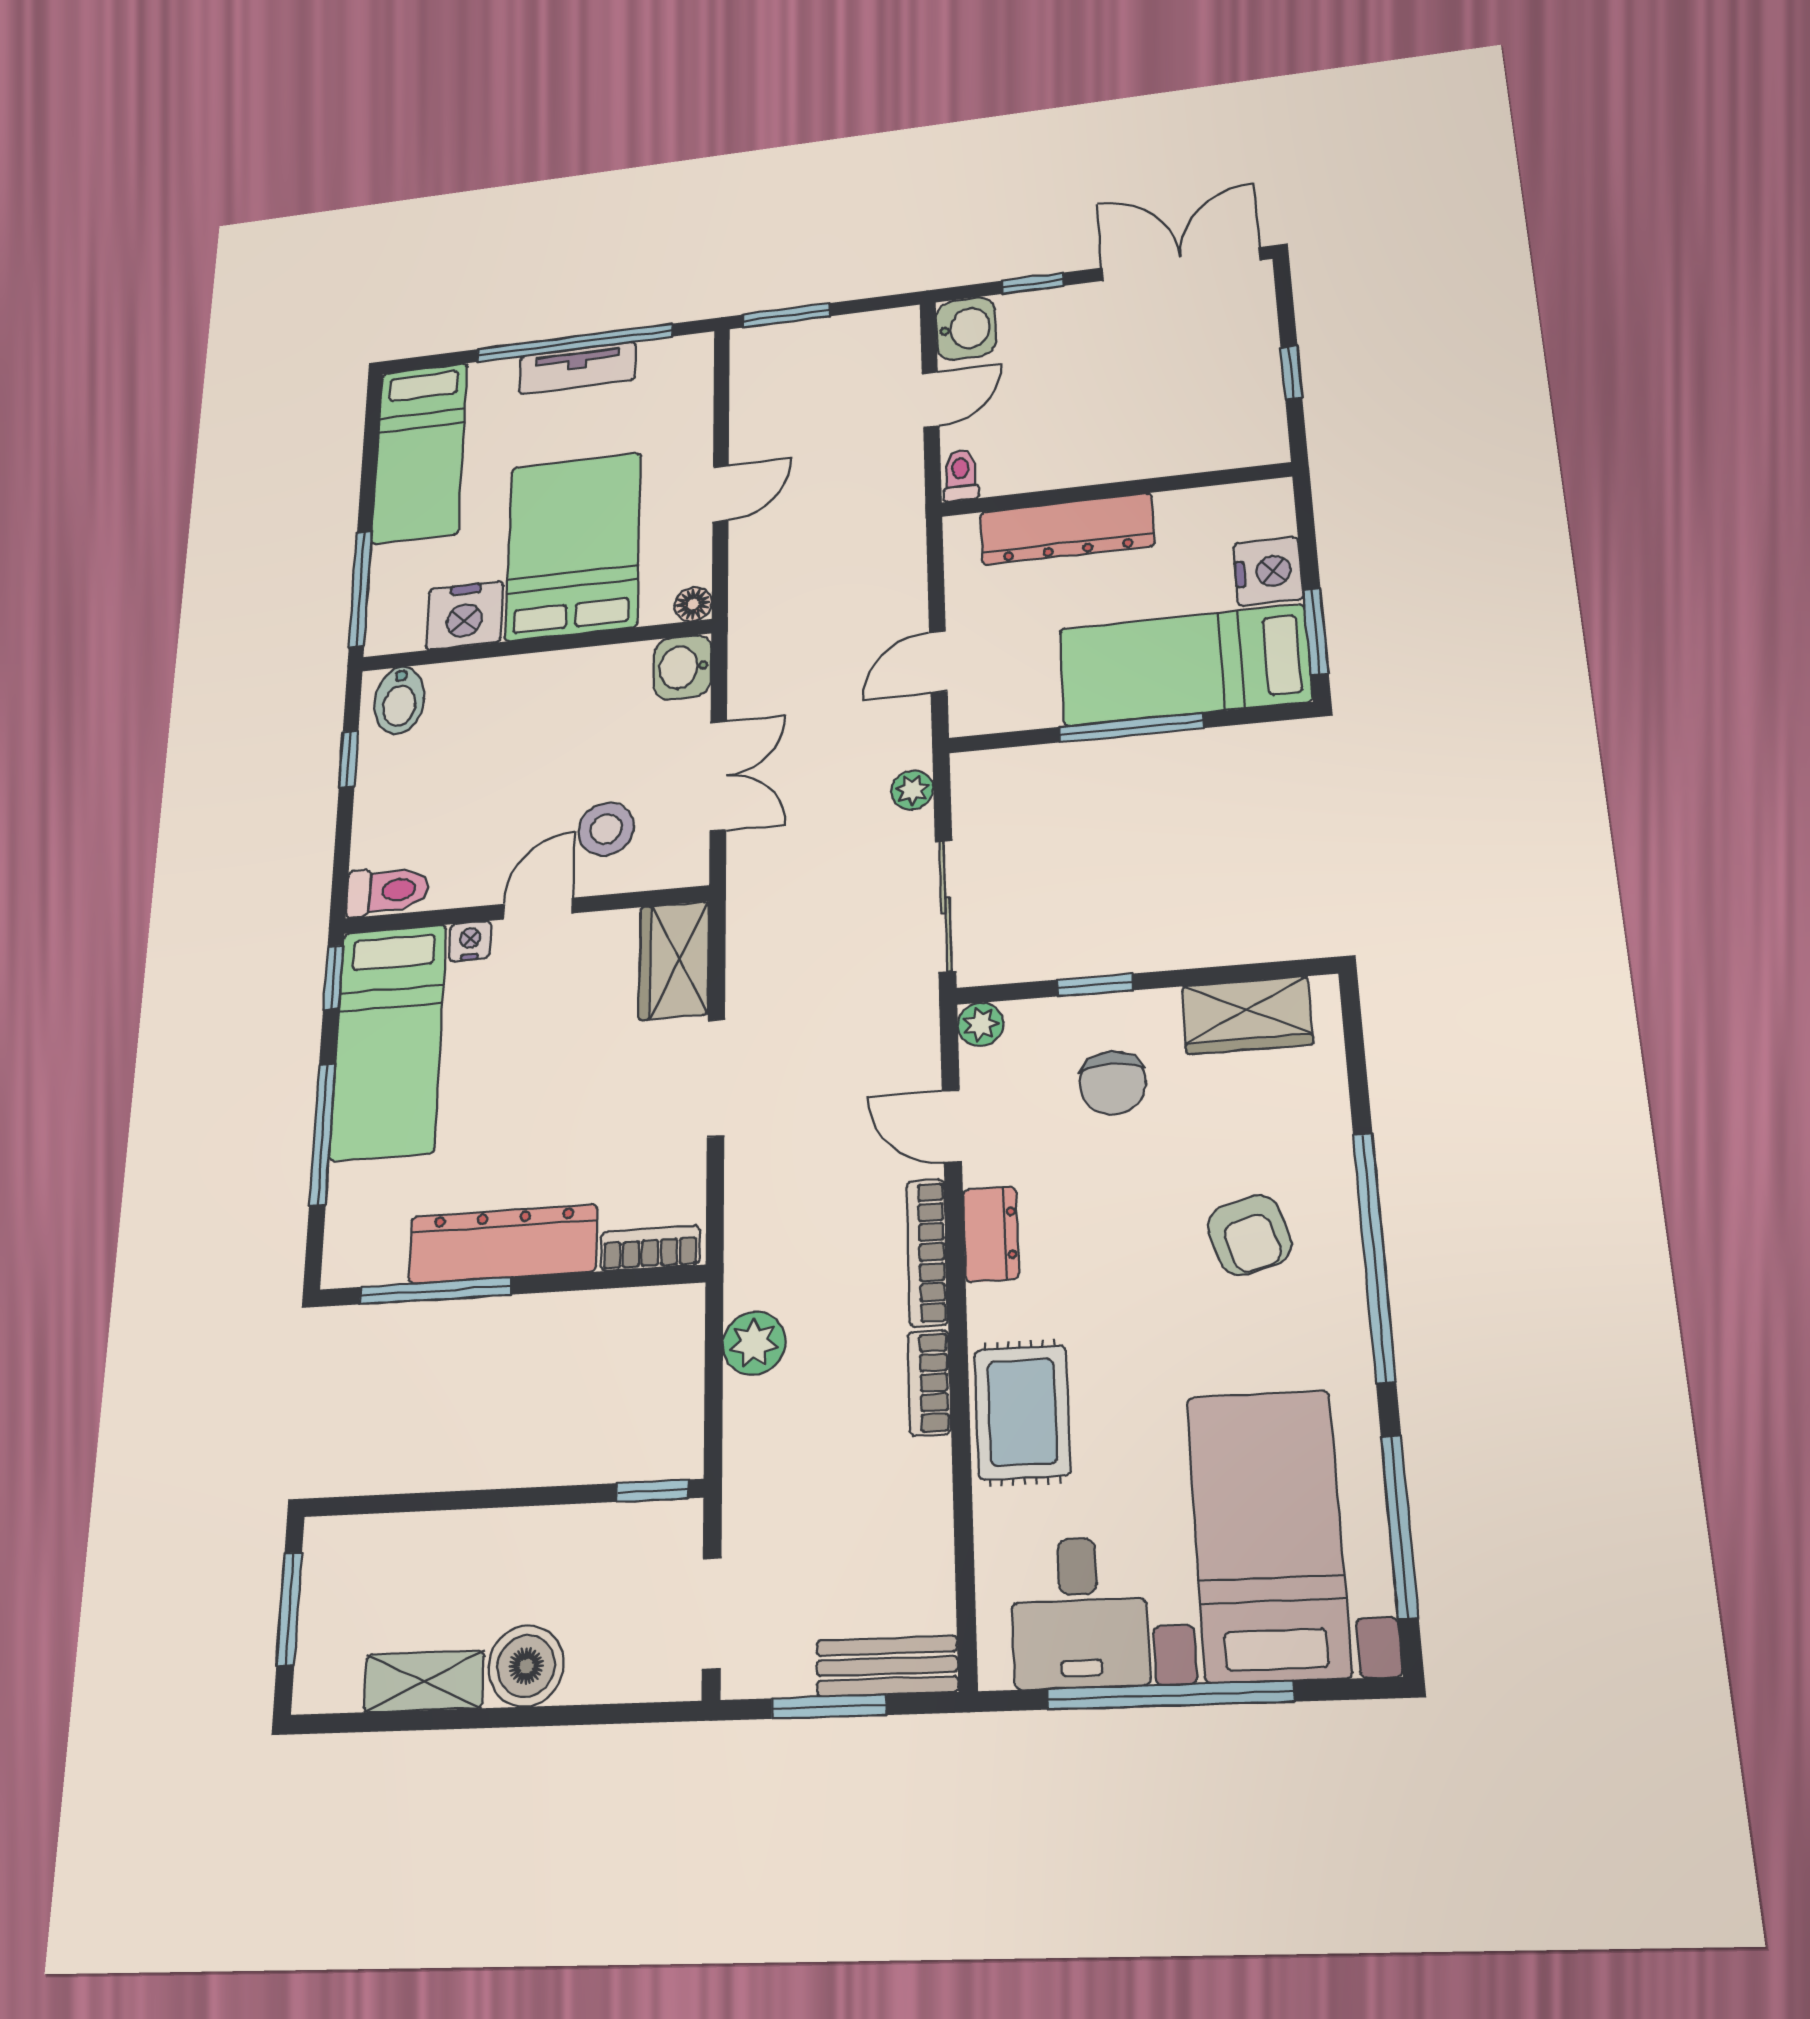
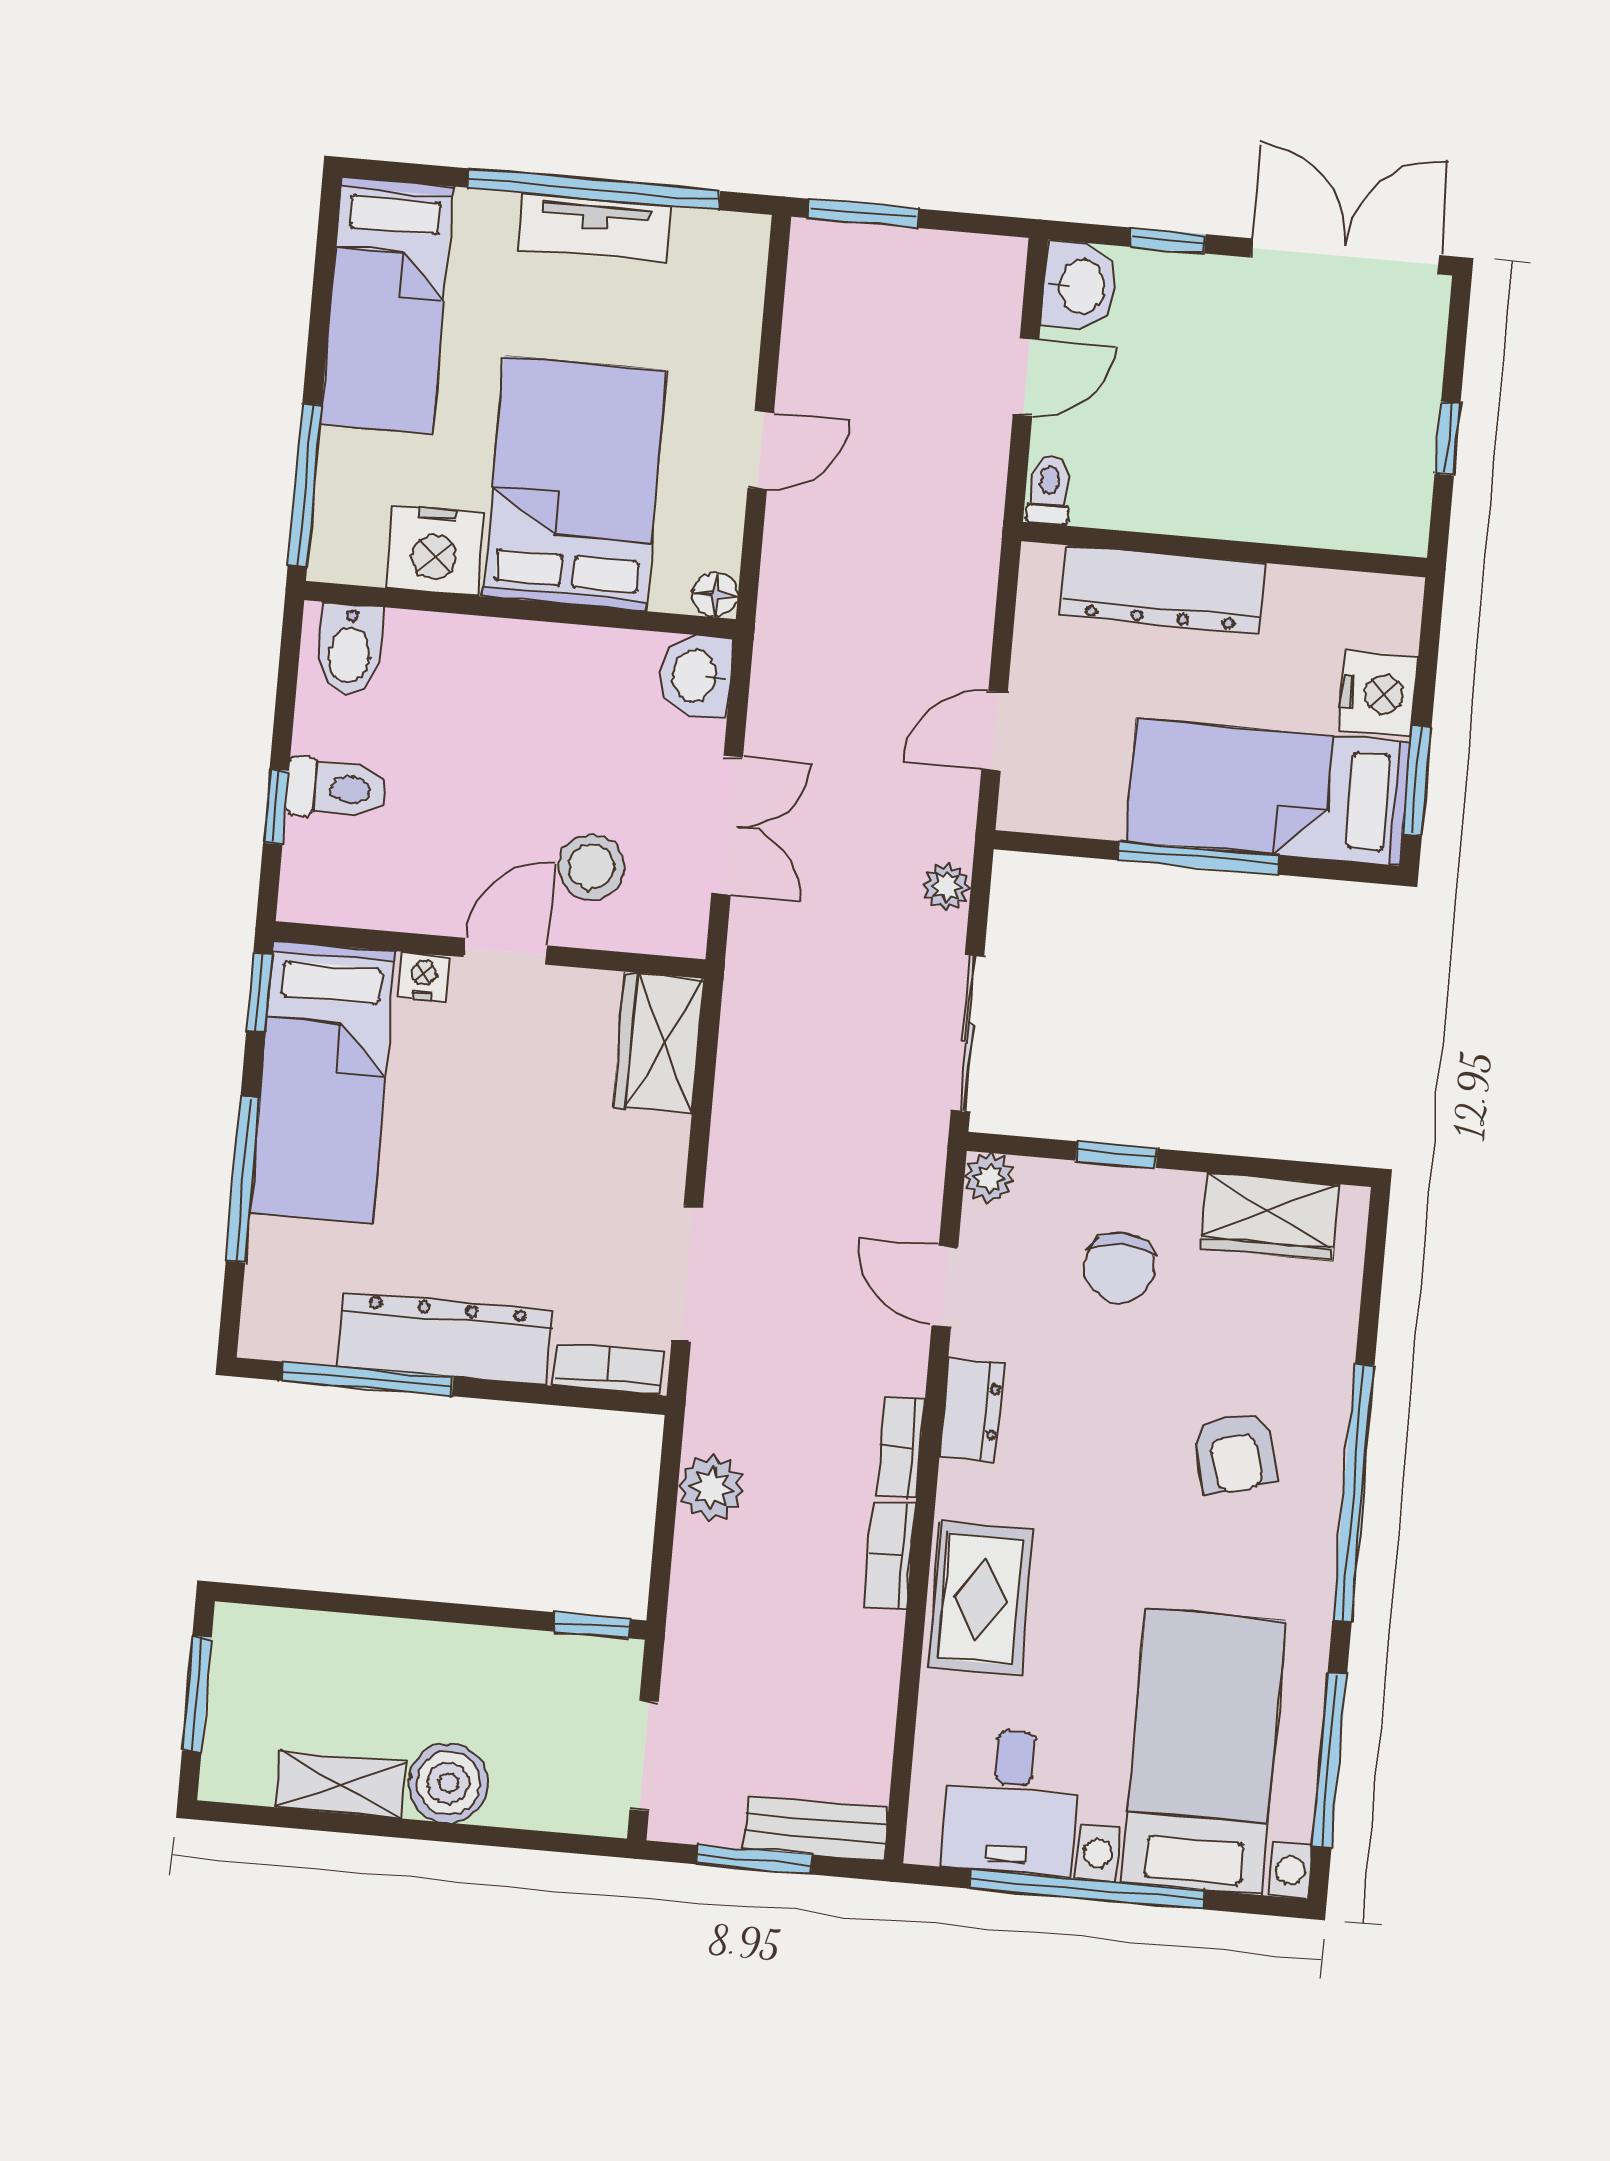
window: (349, 759) -> (276, 807), moved
toilet: (387, 891) -> (337, 789), moved
doorway: (716, 1078) -> (687, 1274), moved
bookcase: (927, 1252) -> (901, 1447), width x0.64

